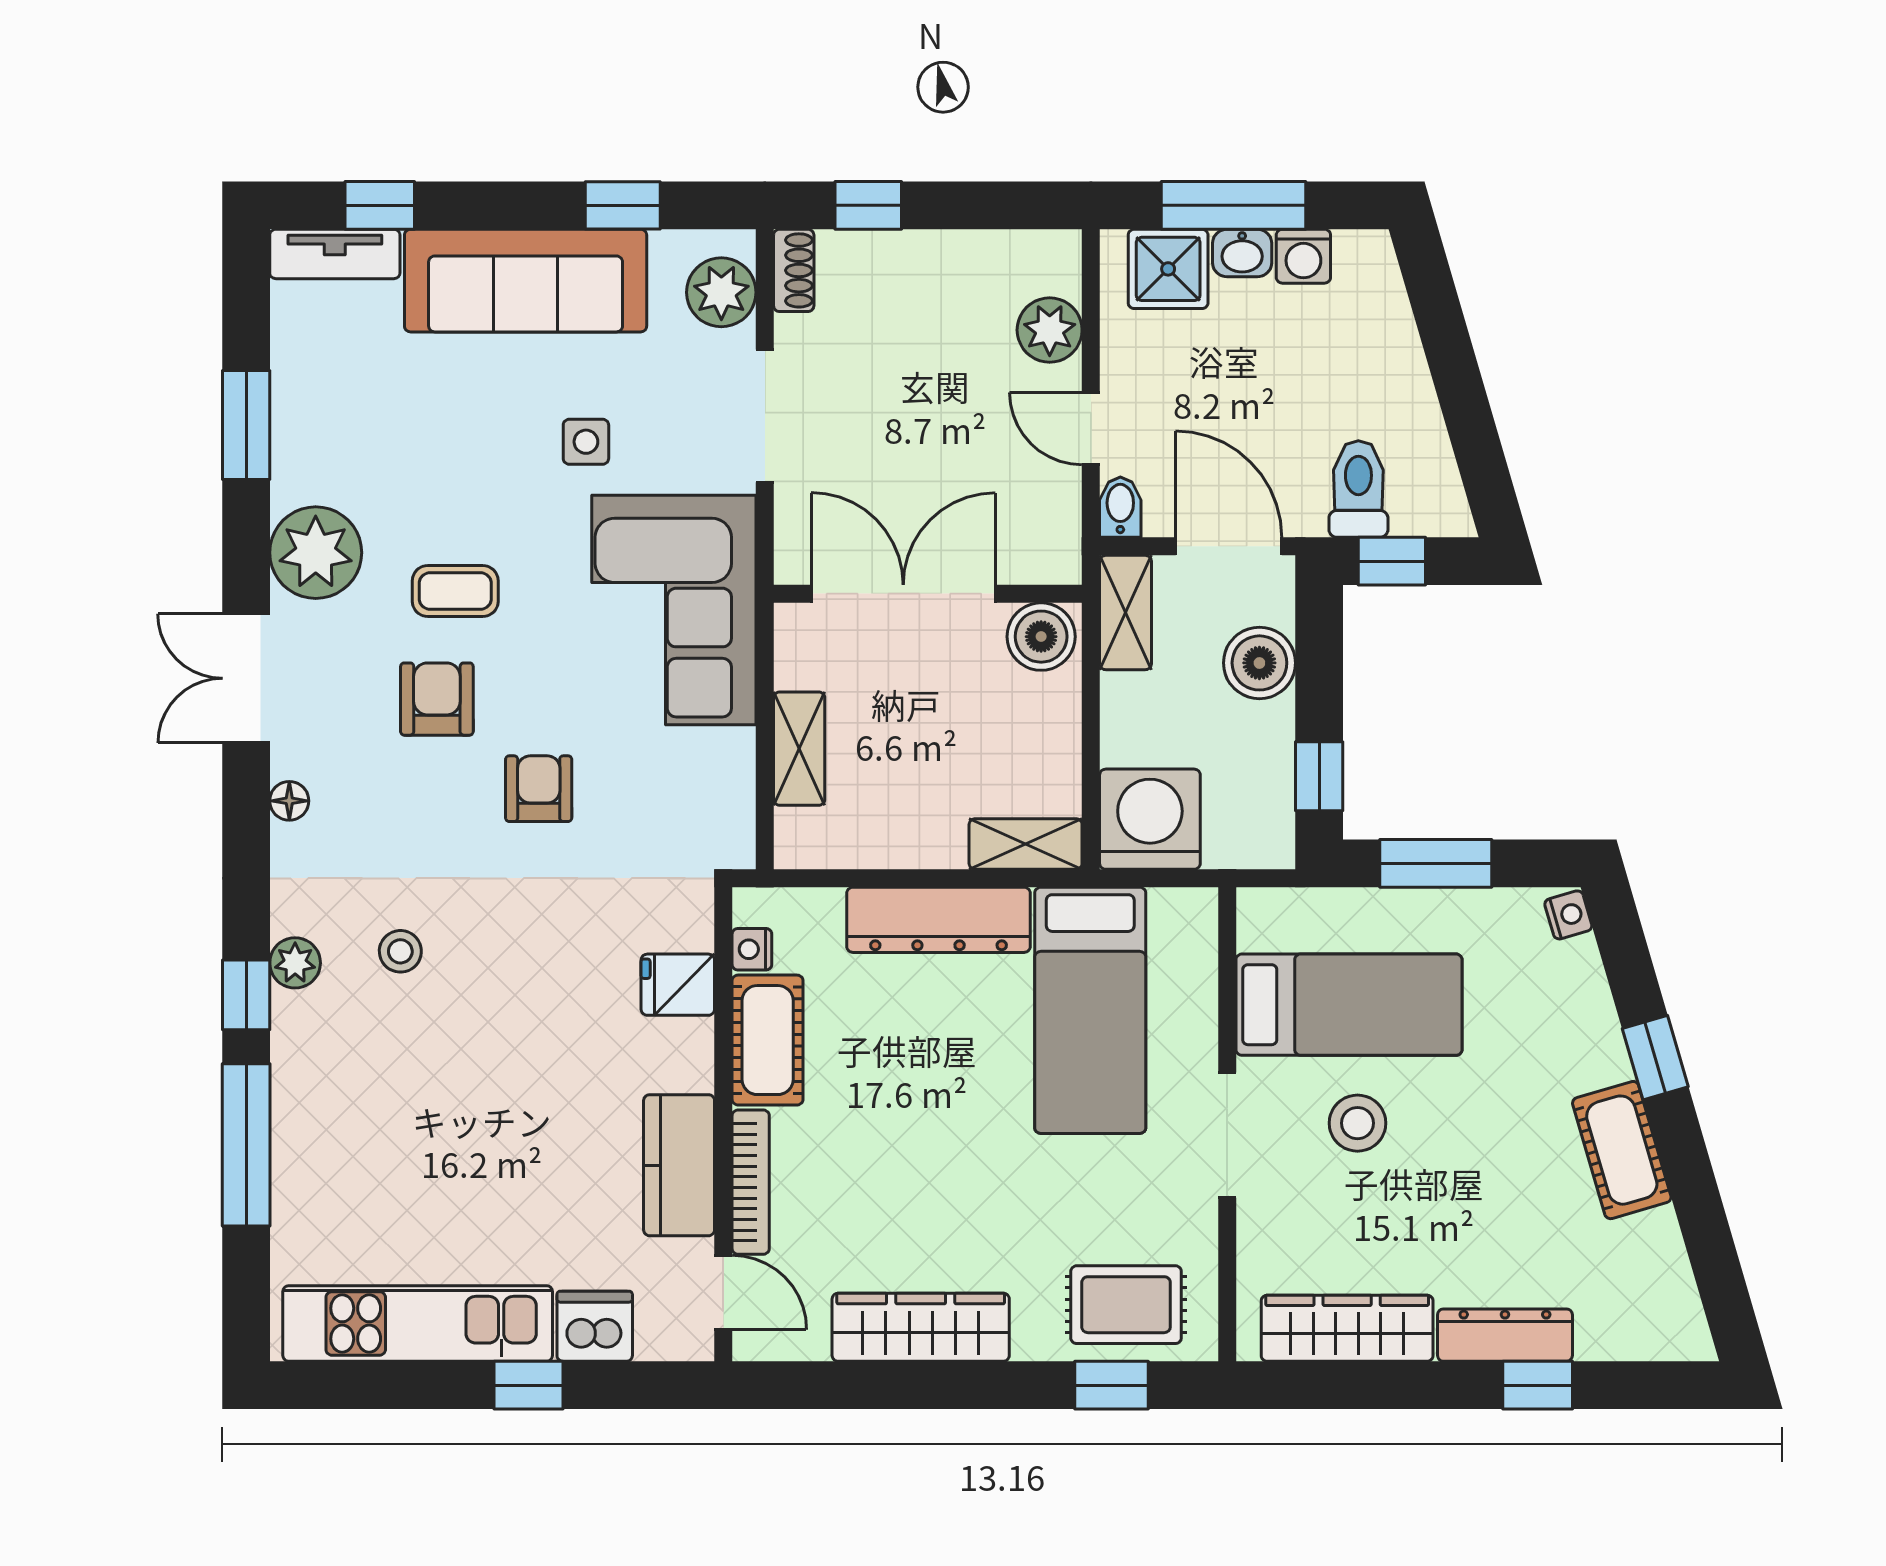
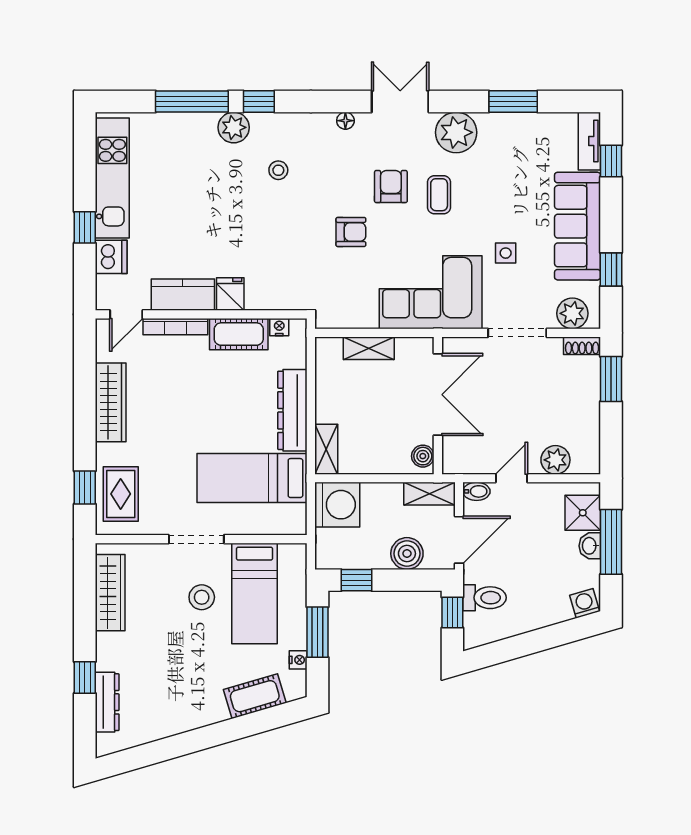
window: (868, 205) -> (611, 379), width x1.50
washing machine: (1303, 256) -> (585, 603), moved, turned 74
boiler: (1041, 637) -> (423, 456), width x0.73, depth x0.73
armchair: (437, 699) -> (391, 187), turned -90
nightstand: (1568, 915) -> (298, 660), moved, turned -74
plant: (295, 963) -> (234, 127), moved, width x1.38, depth x1.38
fridge: (678, 985) -> (230, 294), moved
window: (1655, 1058) -> (231, 730), removed
cot: (1622, 1150) -> (255, 696), moved
dresser: (1505, 1335) -> (107, 702), moved

